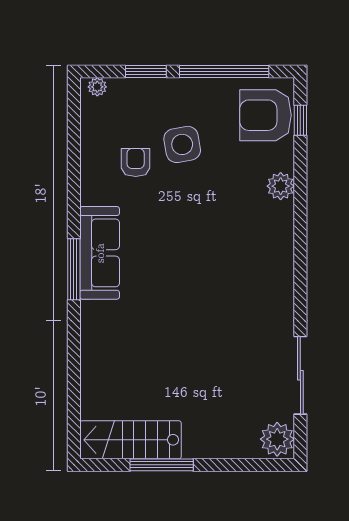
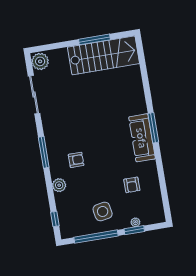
plant: (97, 87) -> (135, 222), moved
armchair: (266, 115) -> (76, 160), moved, width x0.53, depth x0.53
side table: (182, 144) -> (103, 211), moved
window: (300, 257) -> (44, 152), added
stairs: (130, 440) -> (103, 55), width x1.36, depth x1.51

